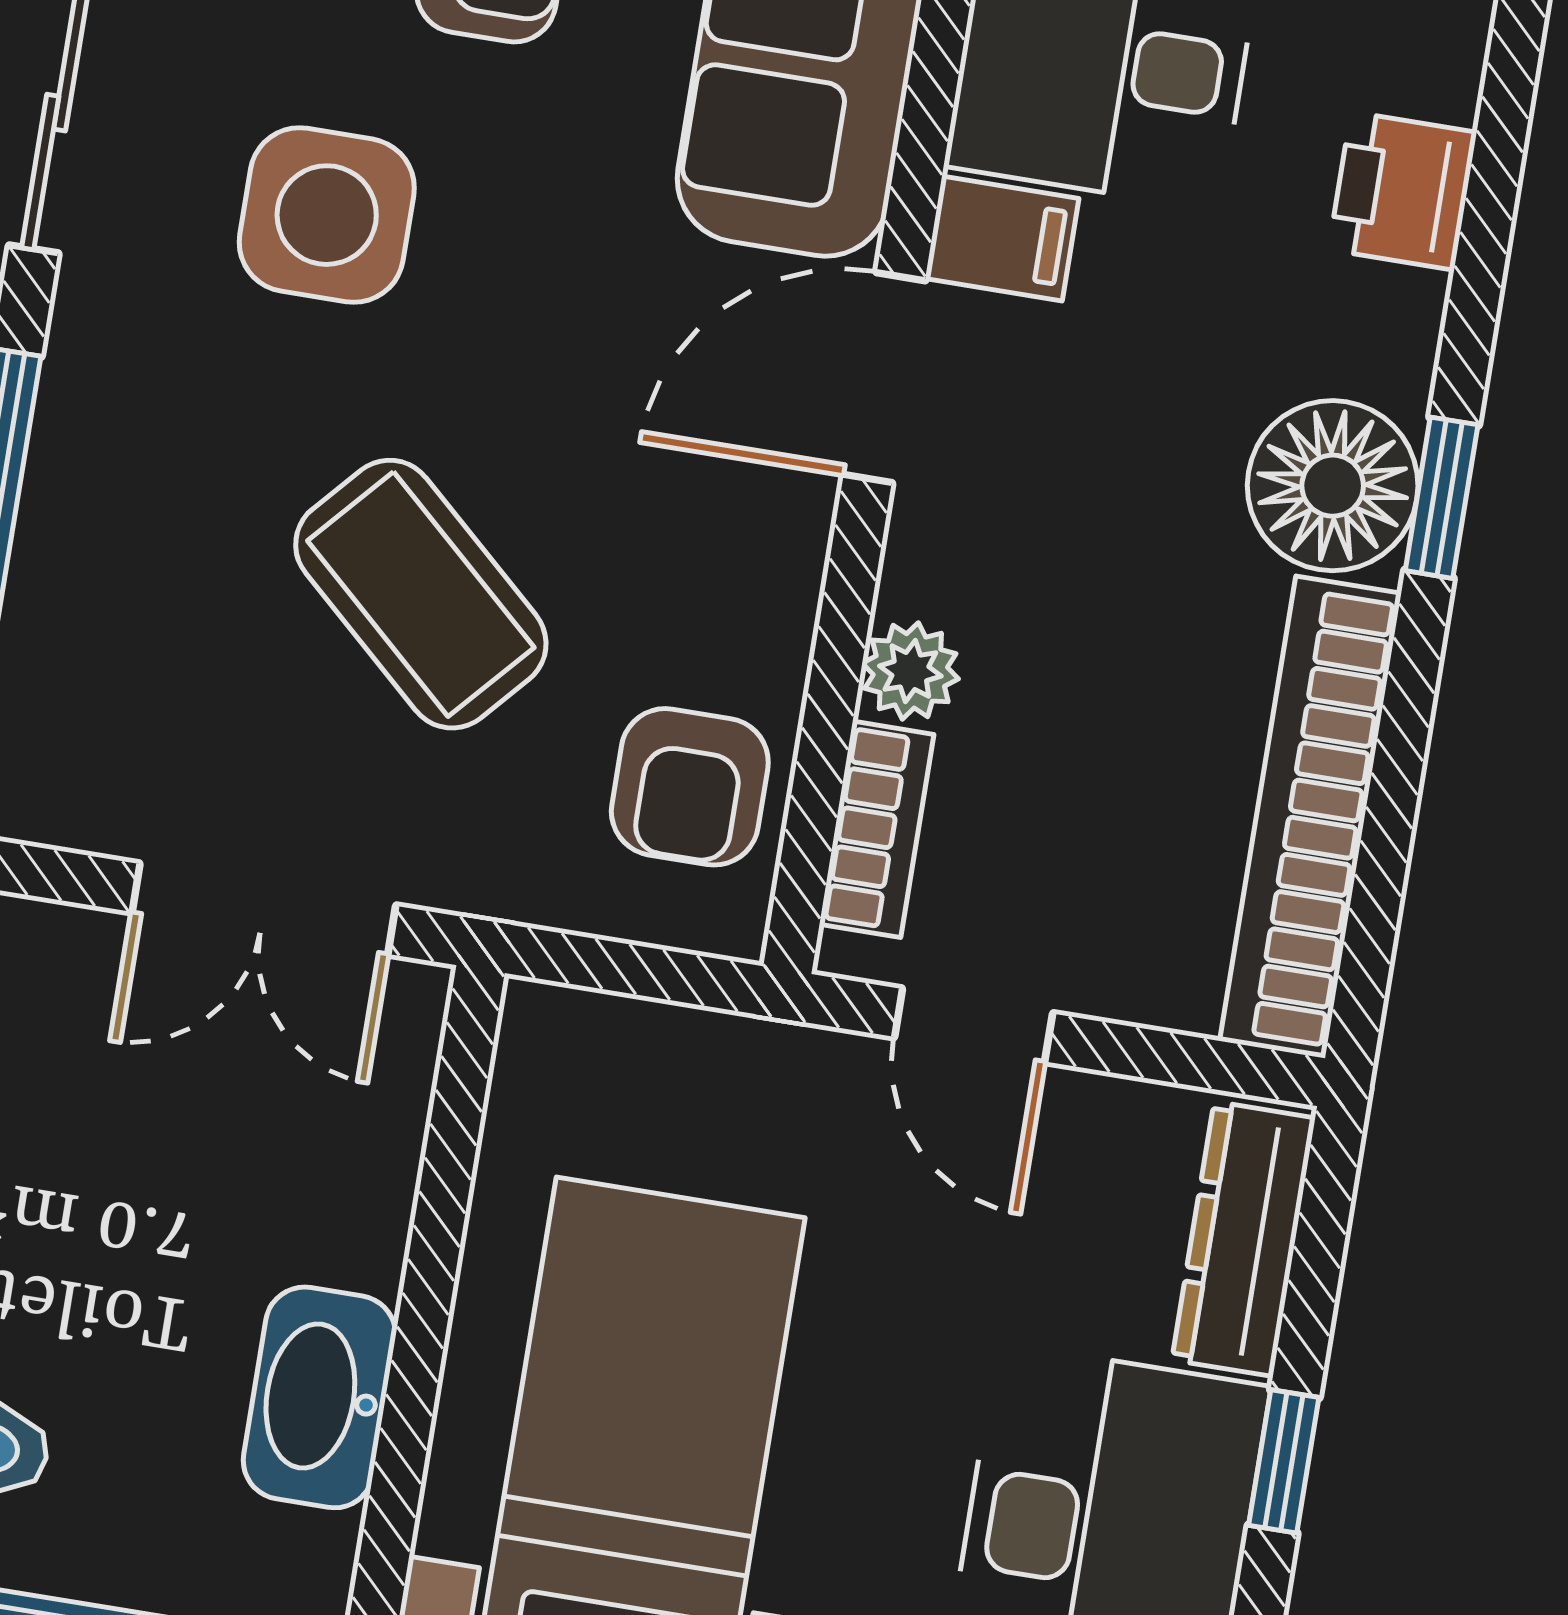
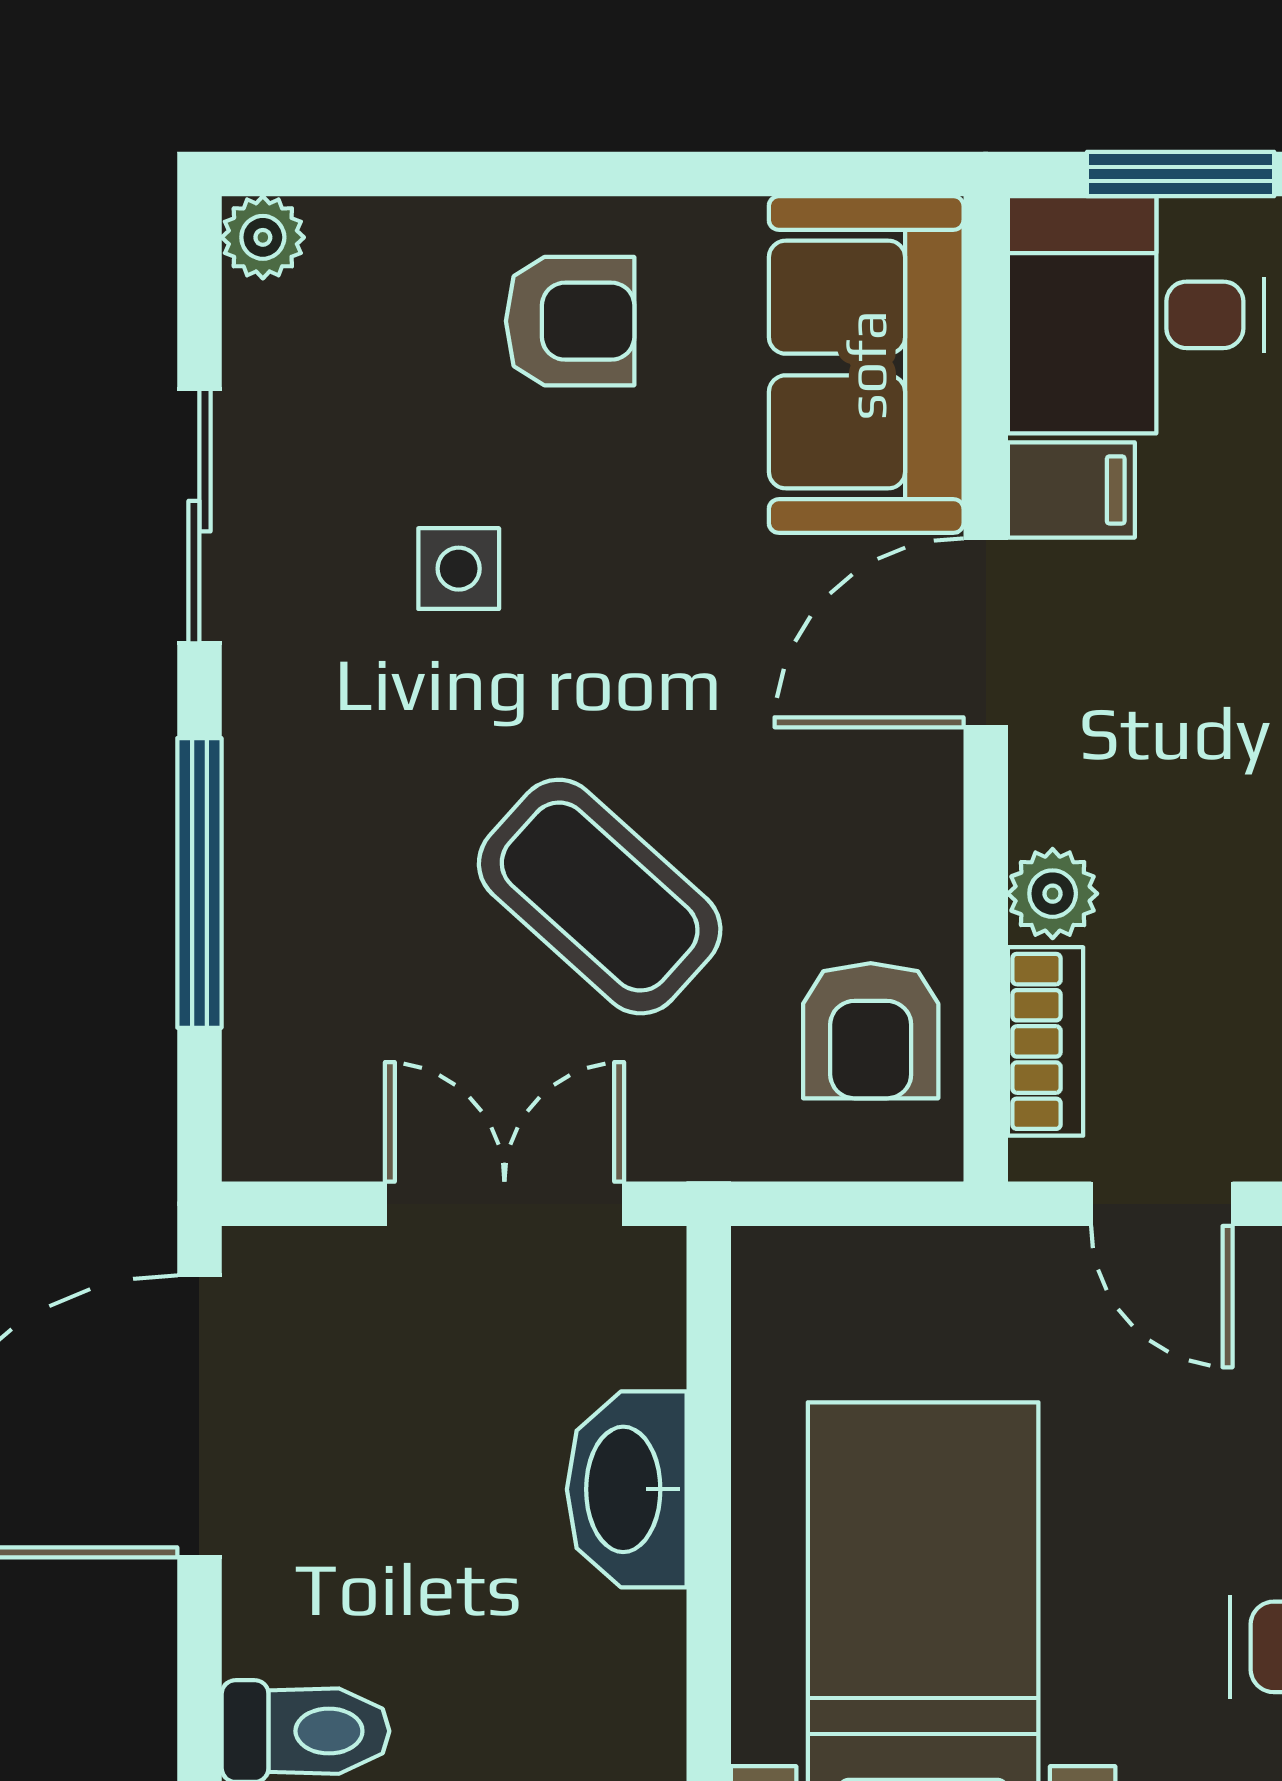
side table: (327, 215) -> (459, 569), width x0.54, depth x0.54
double door: (264, 909) -> (504, 1204), swing flipped
washbasin: (319, 1397) -> (627, 1489), moved

